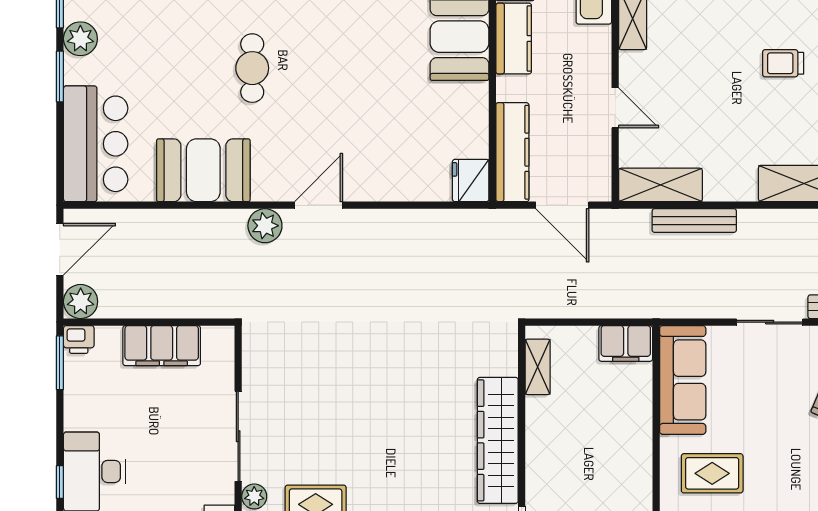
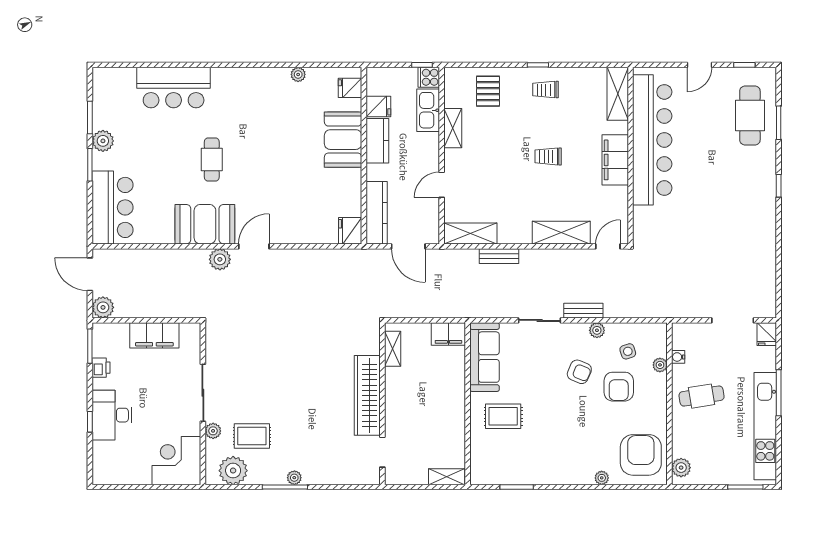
door: (615, 108) -> (442, 185), swing flipped
booth: (203, 170) -> (205, 224), moved
bench: (694, 221) -> (499, 256), width x0.73
door: (60, 249) -> (90, 274), swing flipped
printer: (79, 339) -> (101, 368), moved, turned -90

